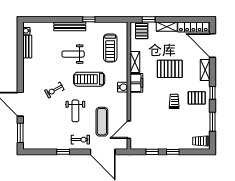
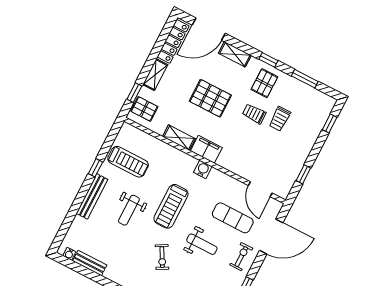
treadmill: (110, 48) -> (128, 162), moved
pallet: (170, 69) -> (210, 98), turned 90
trolley: (201, 141) -> (280, 119), moved
window: (173, 152) -> (330, 123), moved

